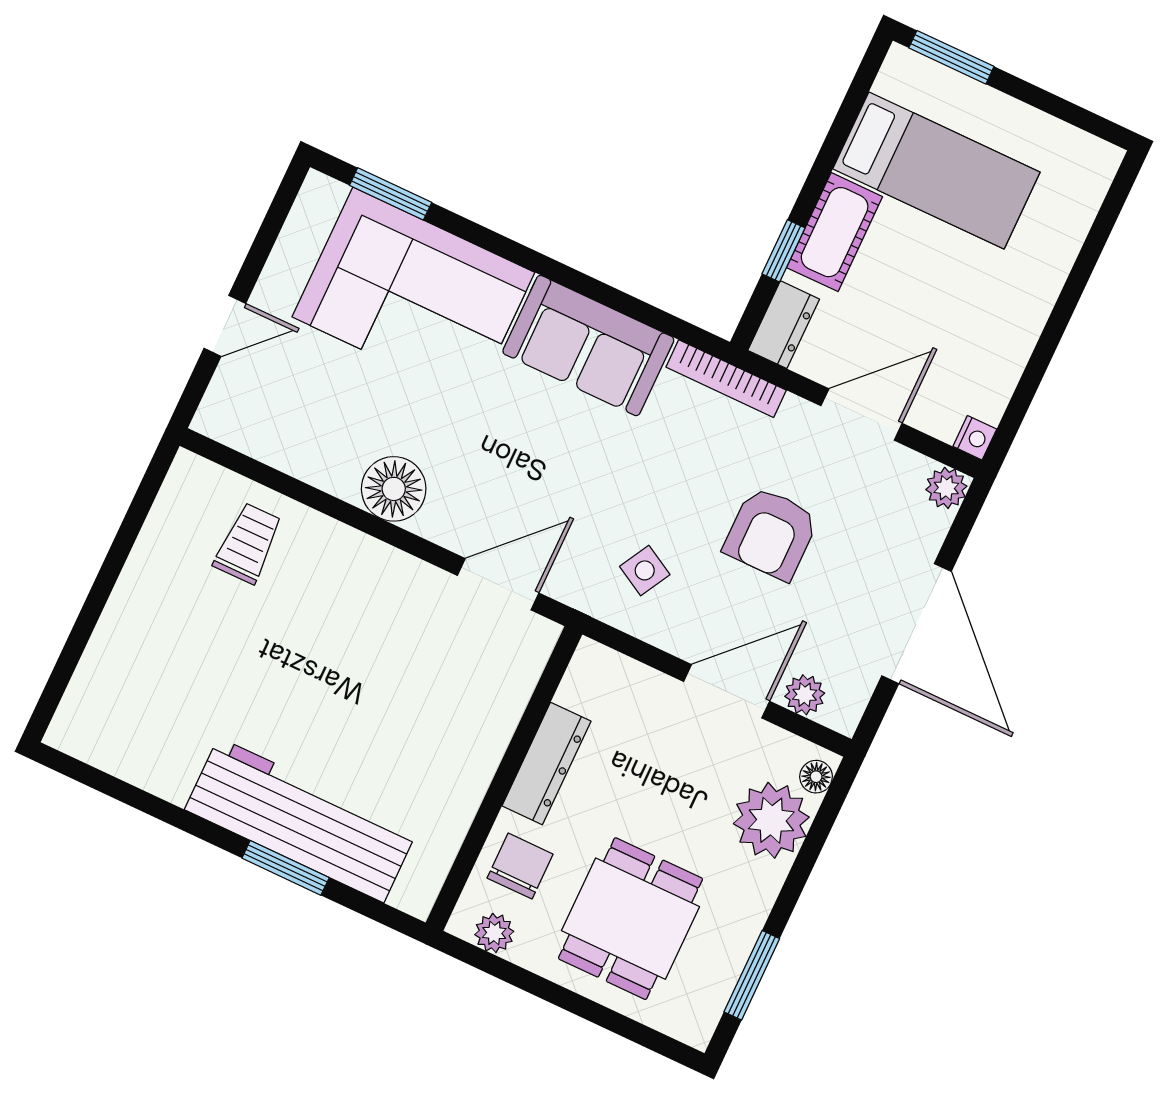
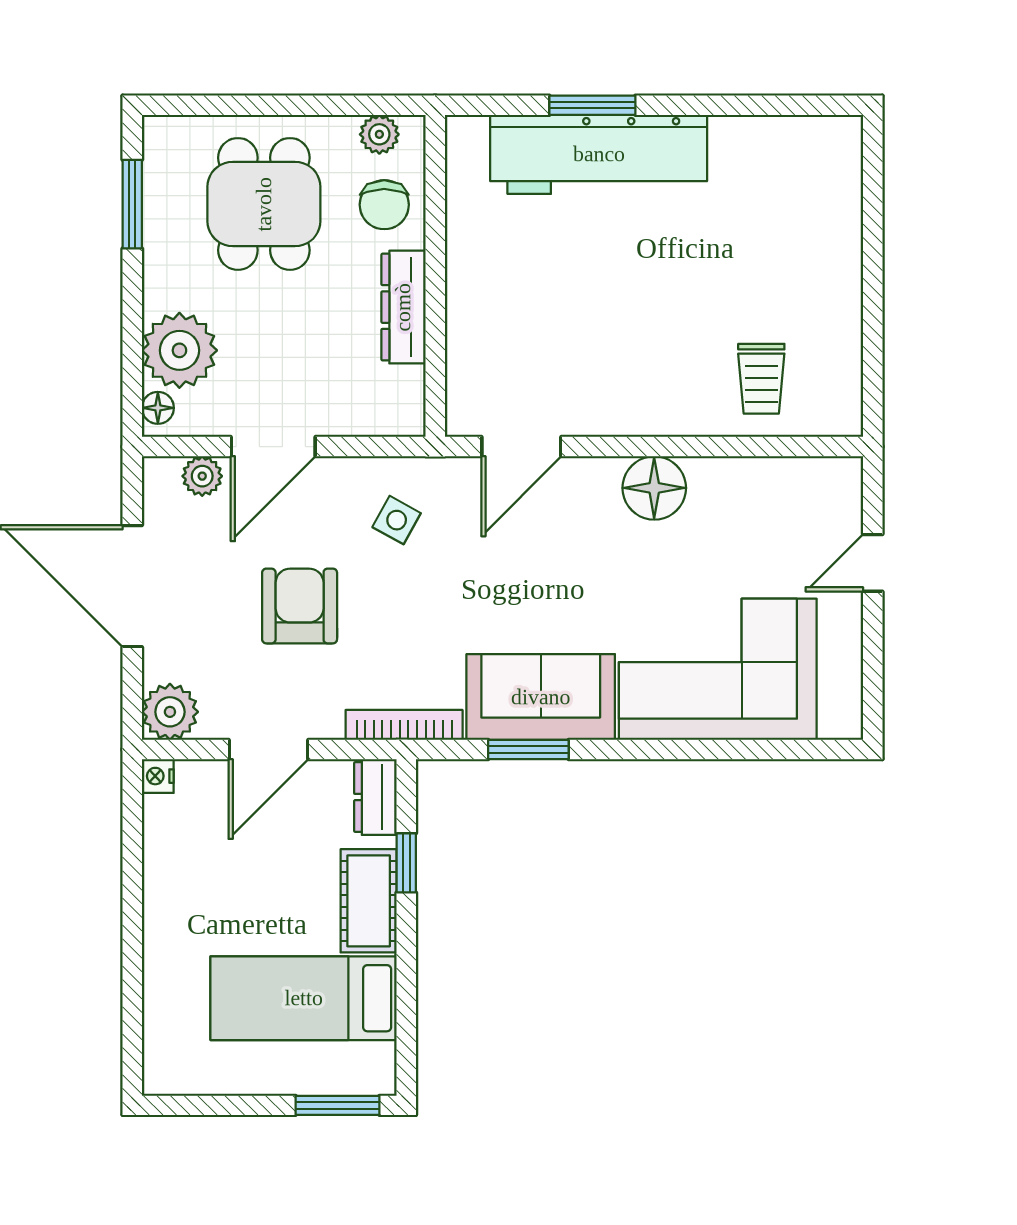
window: (391, 194) -> (528, 750), moved
plant: (946, 488) -> (170, 712), width x1.38, depth x1.38

